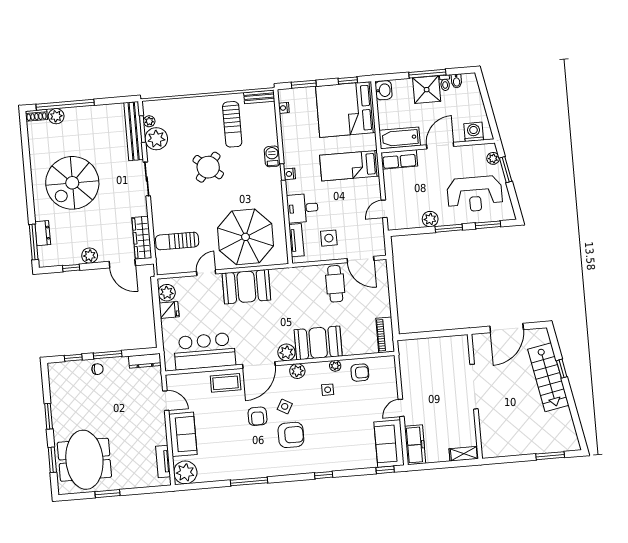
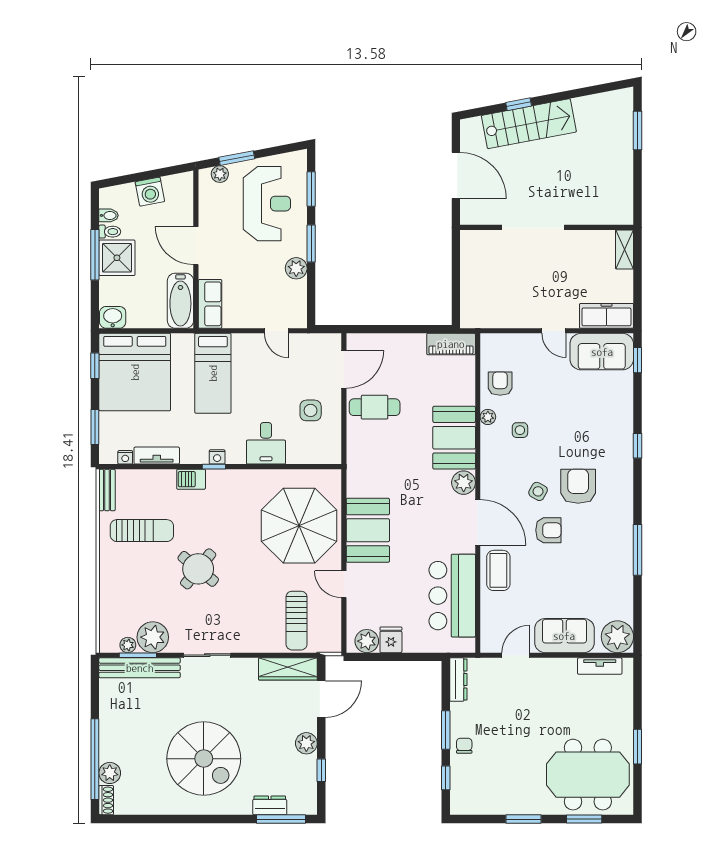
washing machine: (474, 132) -> (150, 192), moved, turned -101
tv unit: (296, 240) -> (157, 456), moved
plant: (297, 371) -> (491, 470), removed

